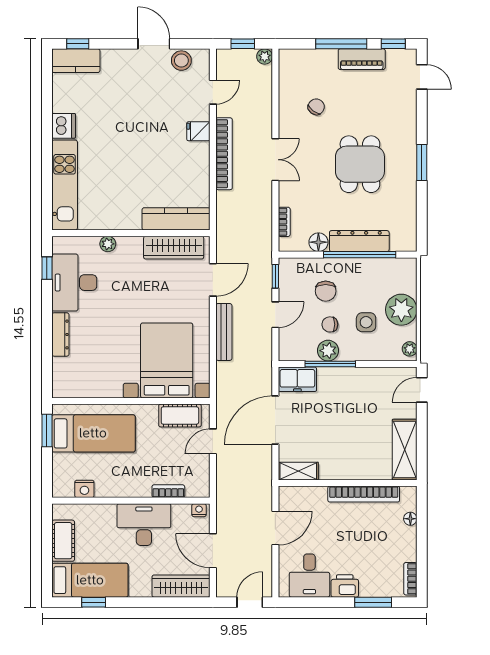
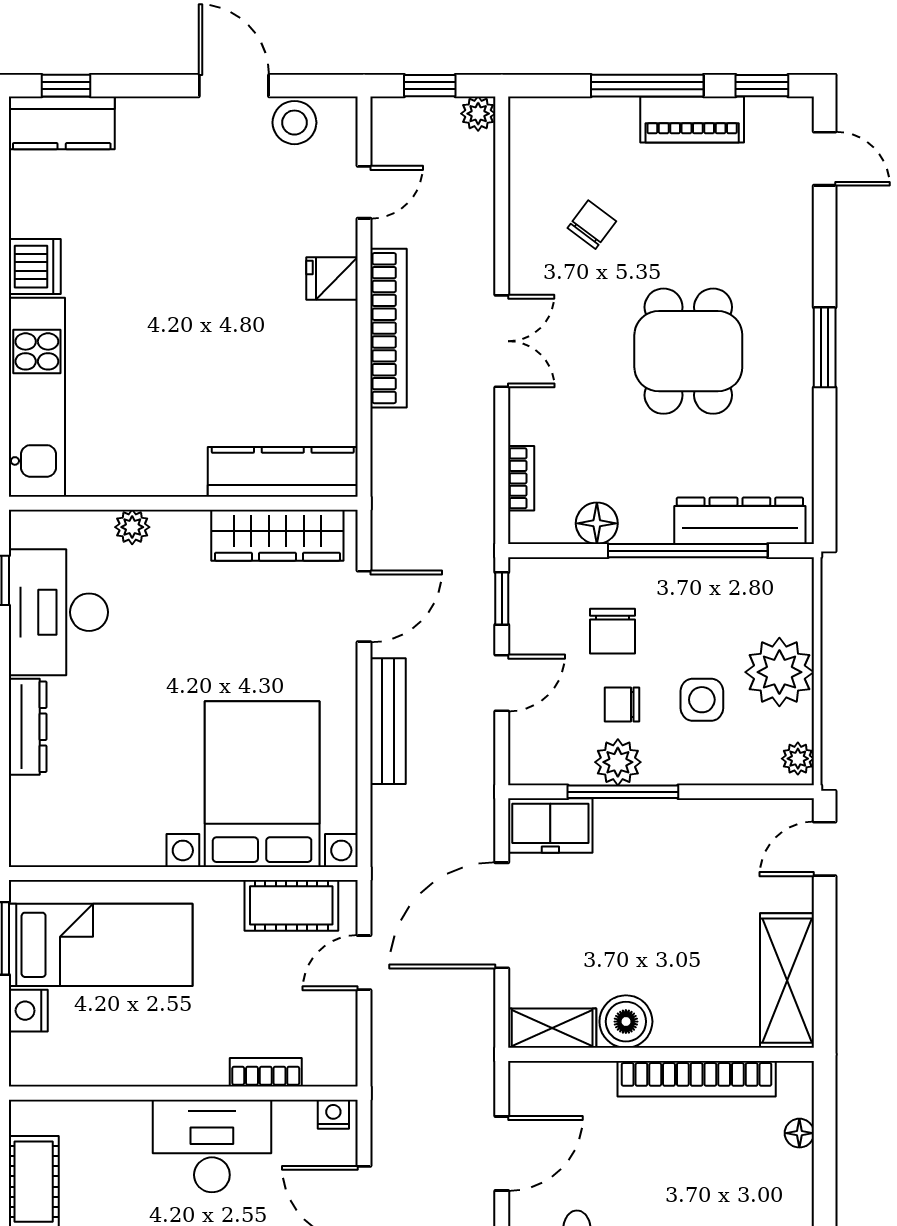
dresser: (359, 241) -> (740, 521), moved
boiler: (332, 468) -> (626, 1022), added
nightstand: (84, 489) -> (28, 1011), moved, turned 90

